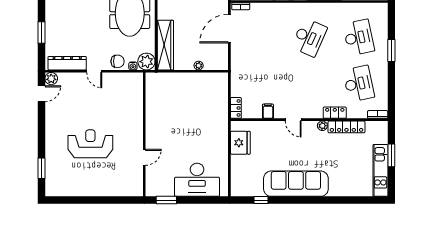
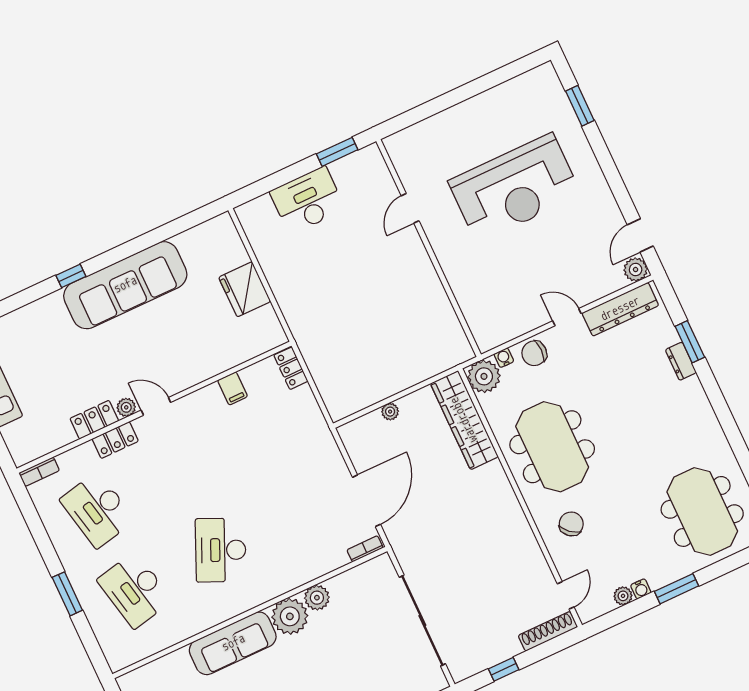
dresser: (50, 25) -> (681, 361), added
door: (293, 120) -> (156, 406), moved
locker: (346, 127) -> (94, 420), width x0.66
fridge: (240, 143) -> (245, 289), moved
reception desk: (90, 144) -> (515, 188), width x1.36, depth x1.30
desk: (197, 180) -> (307, 200), width x0.73, depth x0.77
window: (261, 200) -> (71, 276), moved

